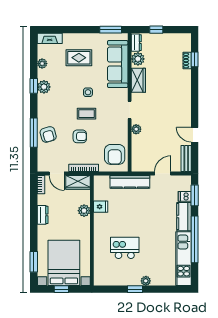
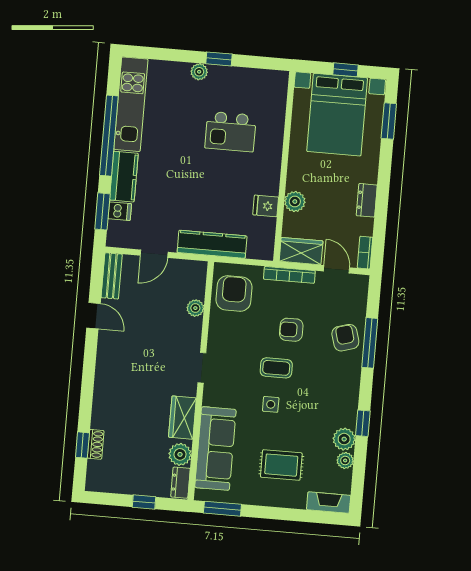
plant: (44, 87) -> (344, 439), moved
plant: (136, 129) -> (195, 308), moved

